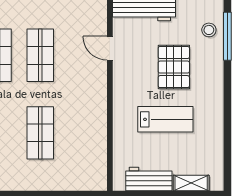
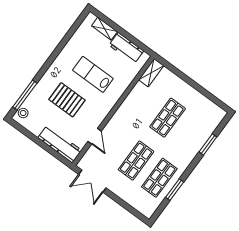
stool: (209, 30) -> (23, 113), moved
pallet: (174, 67) -> (67, 100), turned 90
shelving: (98, 172) -> (151, 73), added

